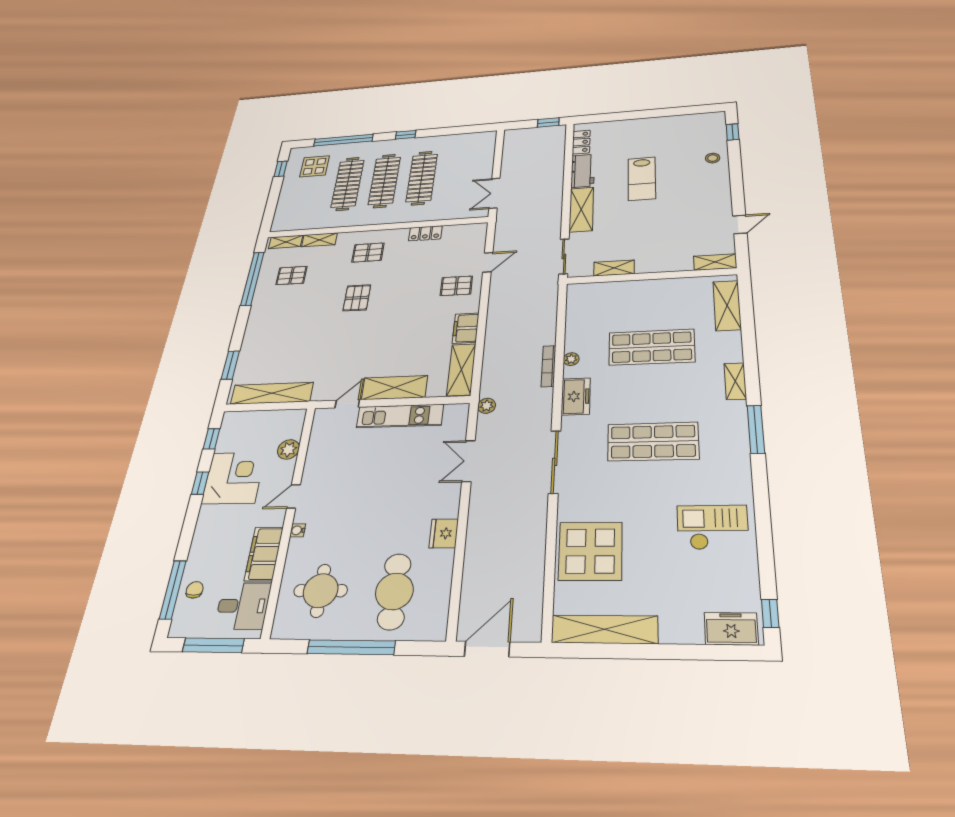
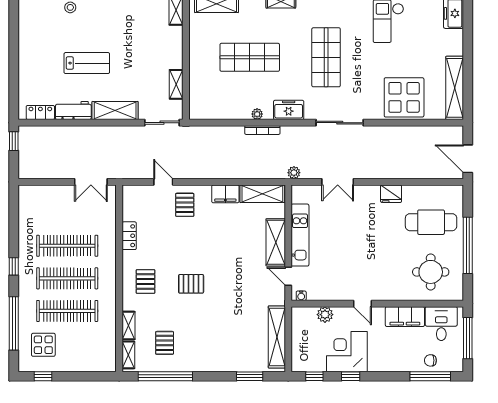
shop shelf: (652, 347) -> (250, 57), turned 90
water cooler: (298, 530) -> (301, 296), moved

